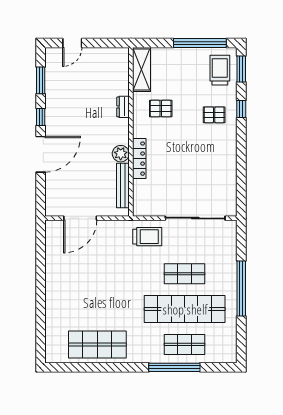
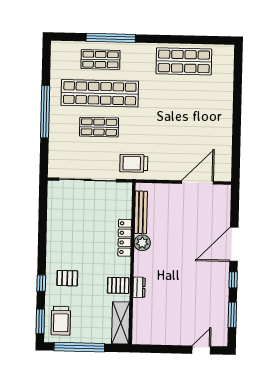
shelving: (141, 69) -> (121, 323), moved
dresser: (123, 107) -> (139, 287), moved
wall: (131, 132) -> (132, 263), moved
plant: (121, 154) -> (142, 243), moved
locker: (139, 159) -> (125, 238), moved
bench: (123, 186) -> (141, 212), moved

